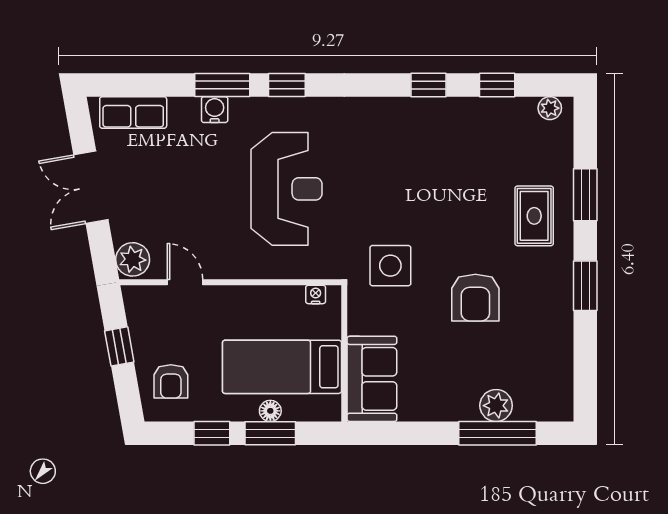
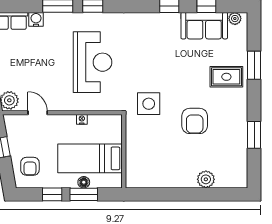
water cooler: (215, 110) -> (36, 19), moved
rug: (534, 216) -> (226, 77), turned 90
window: (585, 286) -> (254, 135), moved
nightstand: (316, 294) -> (82, 119), moved
sofa: (372, 379) -> (204, 26), moved, turned 90
window: (498, 433) -> (207, 194), removed

